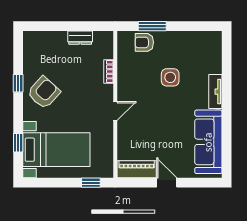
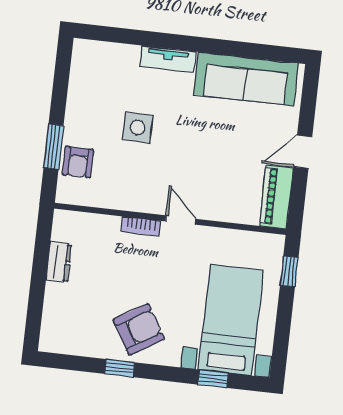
bookcase: (109, 71) -> (141, 226), moved
armchair: (44, 93) -> (139, 329), turned 107

